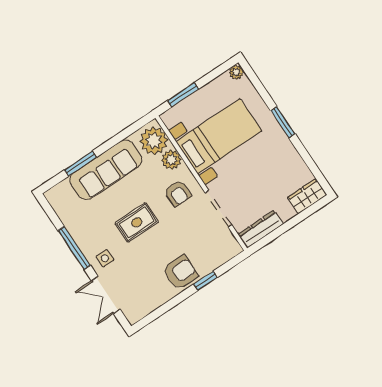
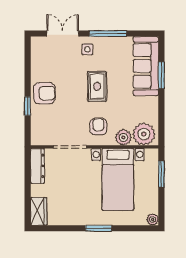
sofa: (106, 170) -> (146, 66), moved
armchair: (178, 193) -> (98, 127), turned 90
armchair: (180, 272) -> (44, 93), turned -90

